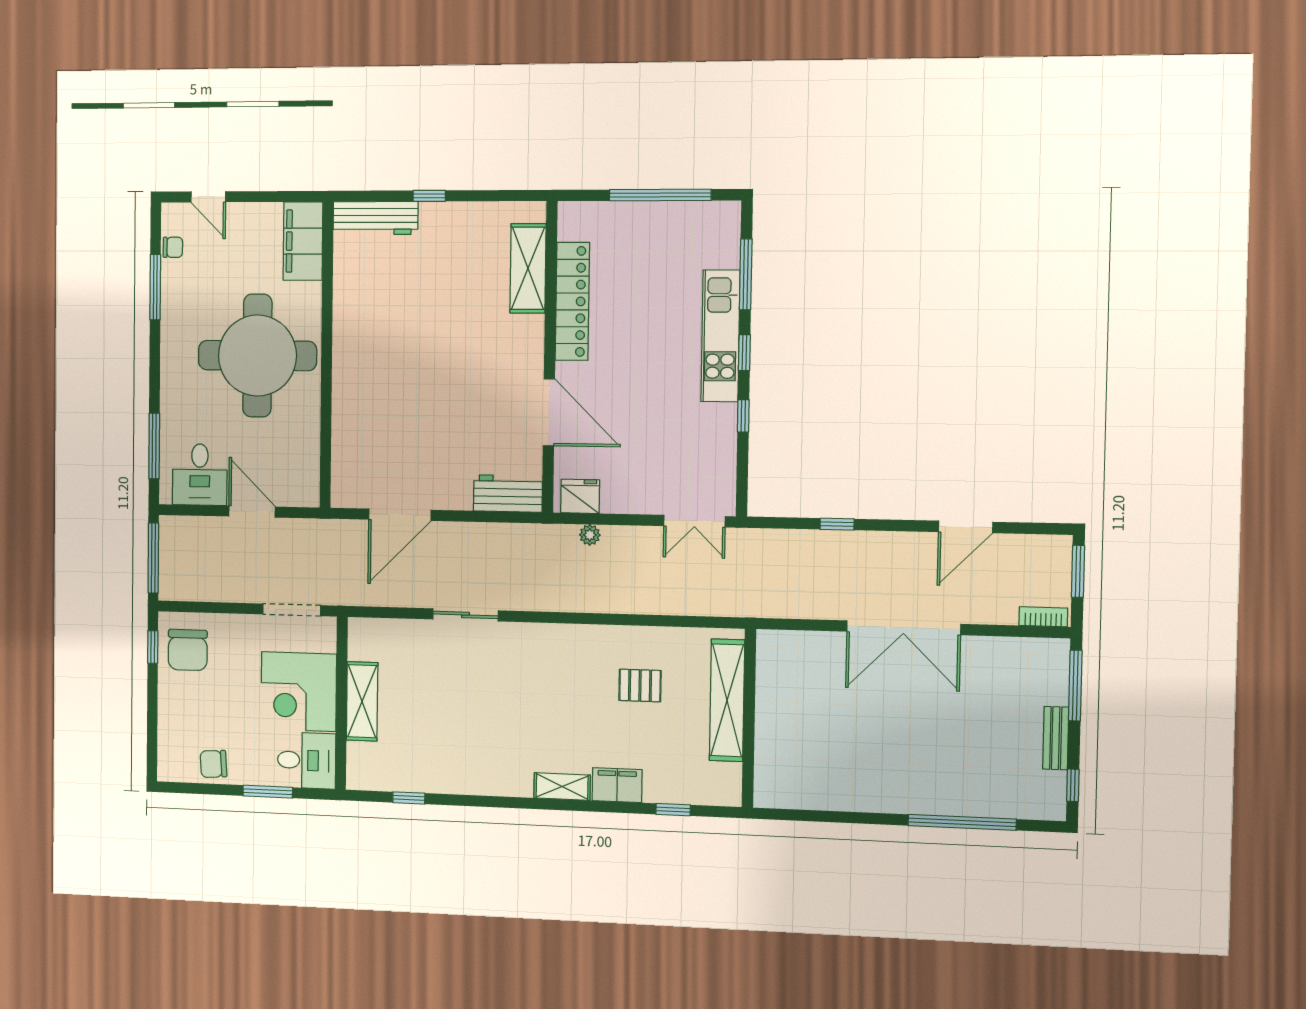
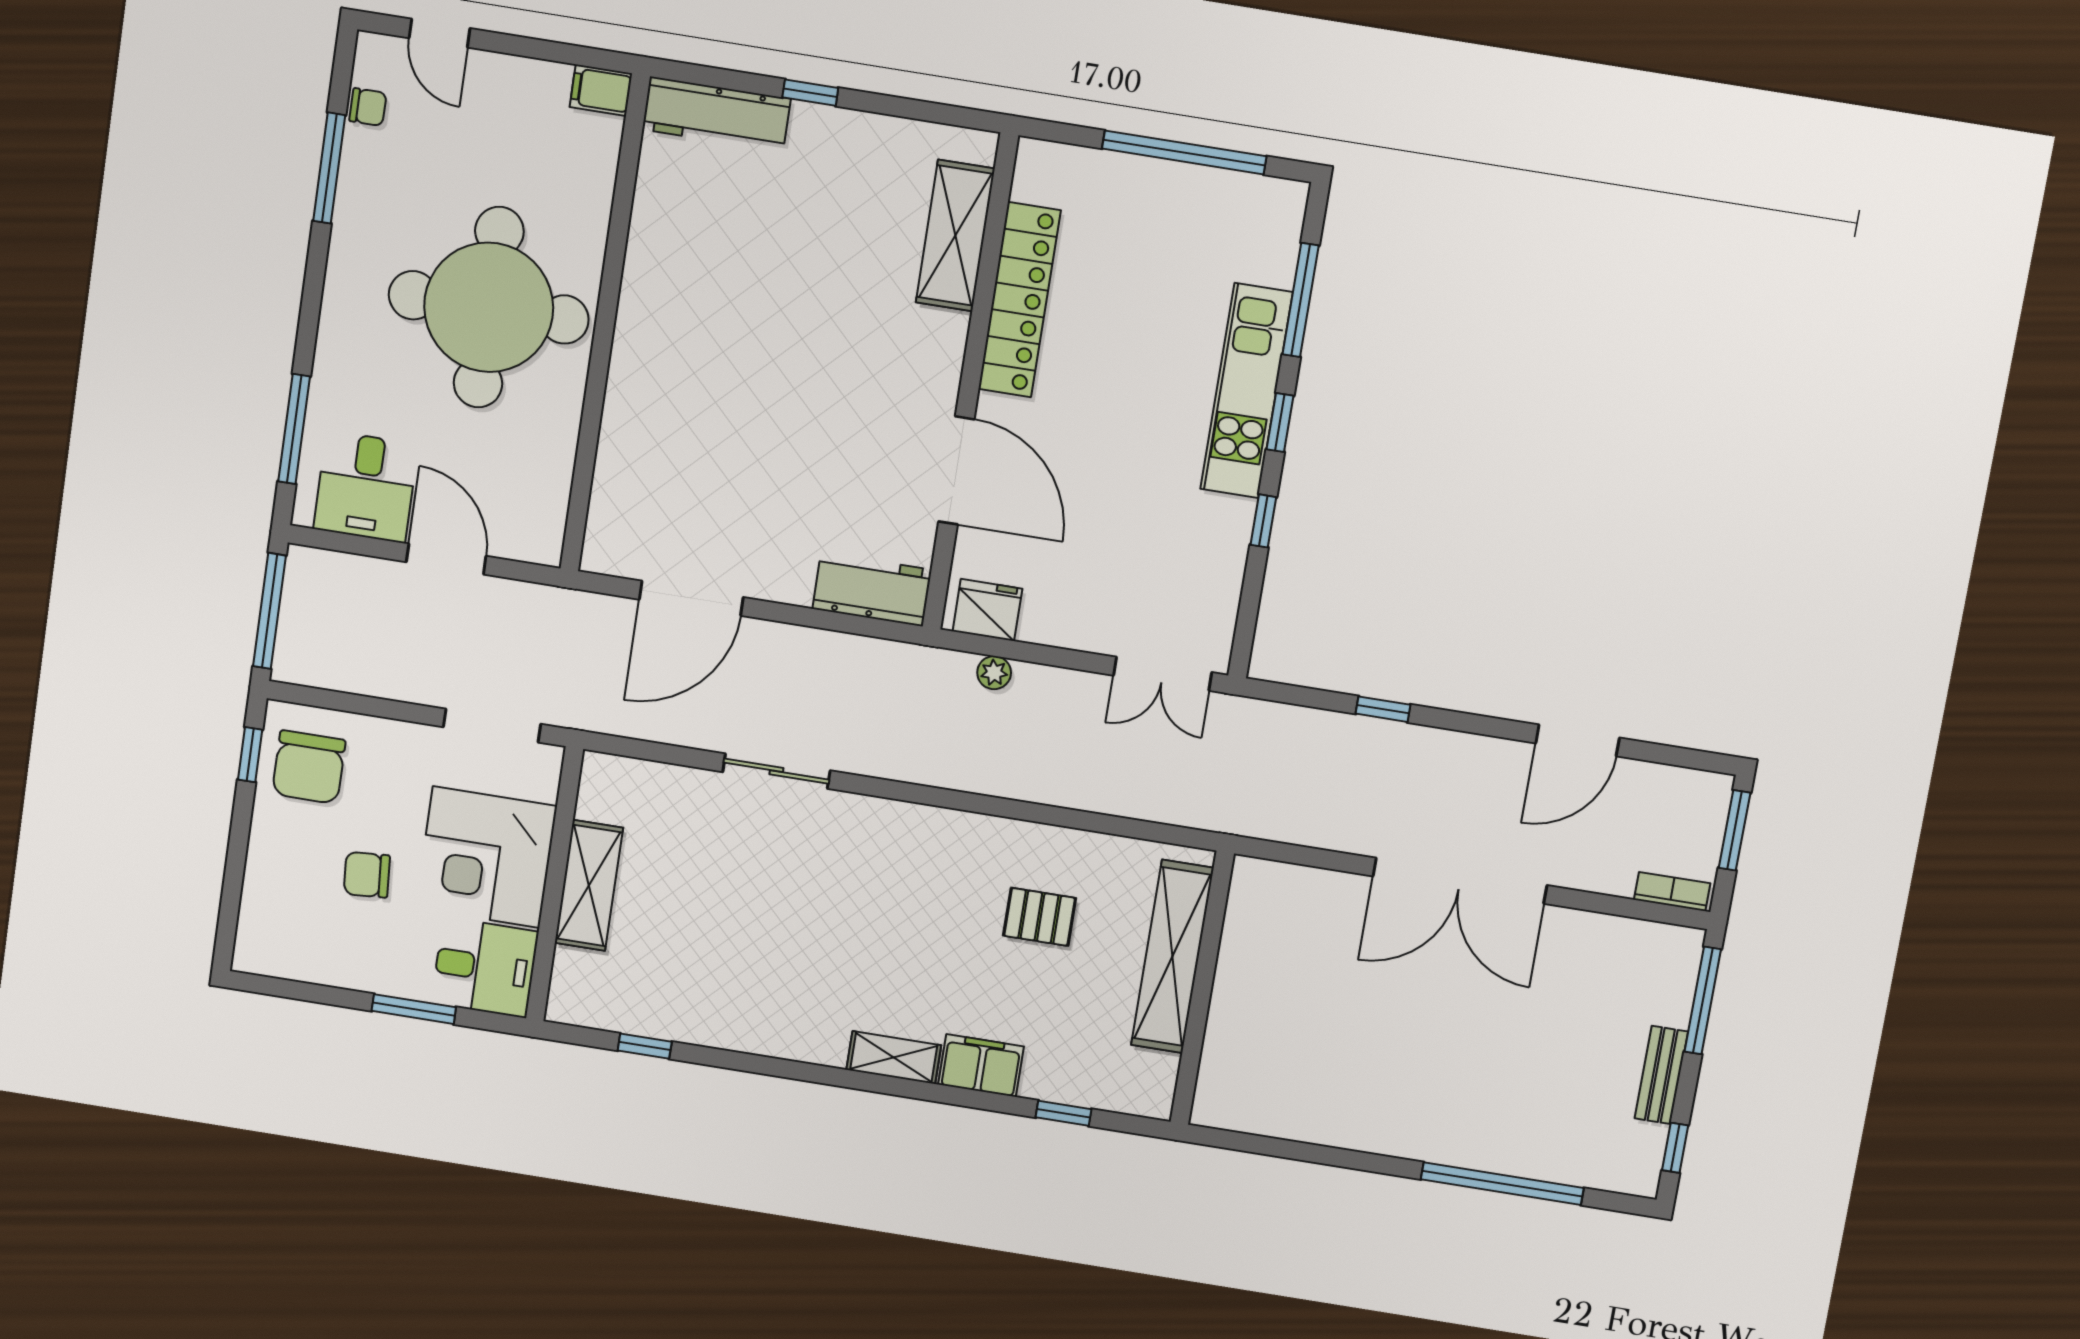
filing cabinet: (303, 241) -> (601, 90), width x0.33, depth x0.86
chair: (213, 764) -> (367, 875), moved

